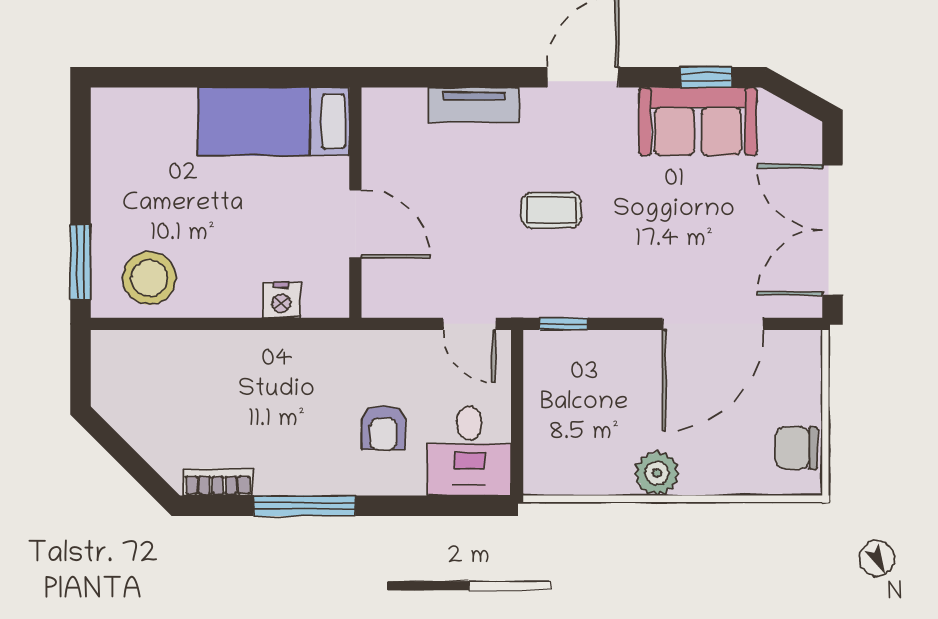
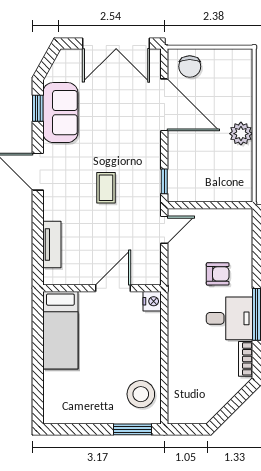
tv unit: (474, 105) -> (52, 244), moved
nightstand: (281, 300) -> (152, 301), moved
chair: (796, 448) -> (190, 66), moved
desk: (469, 451) -> (229, 318), moved

